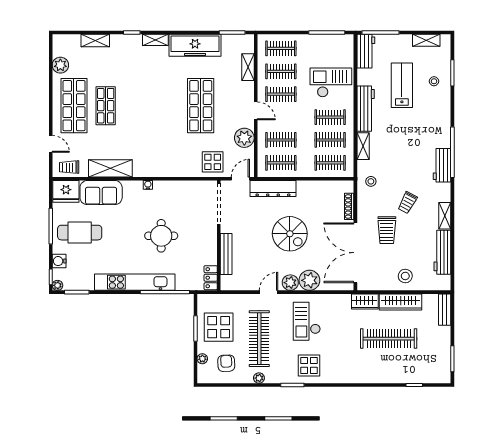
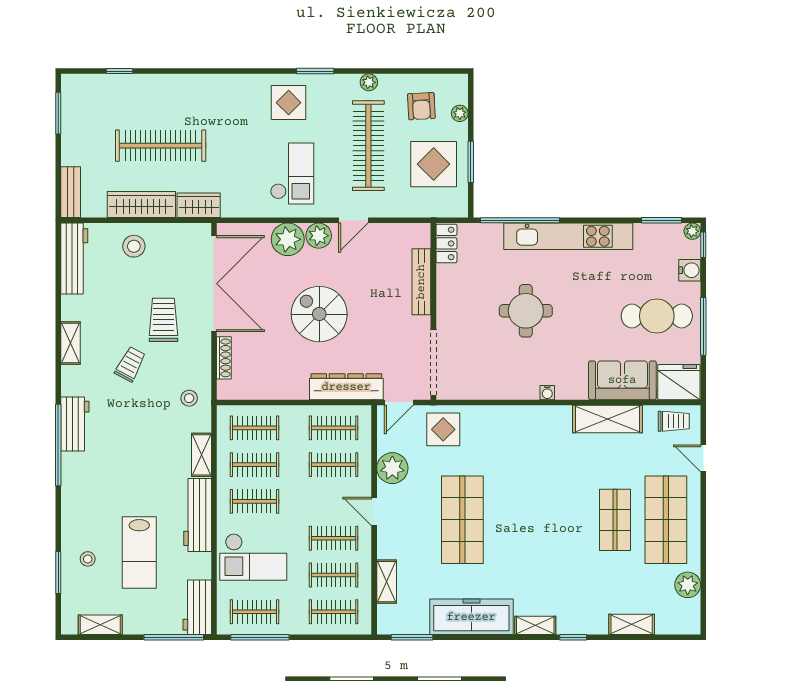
clothes rail: (330, 48) -> (254, 612), added
workbench: (442, 252) -> (74, 258), moved

